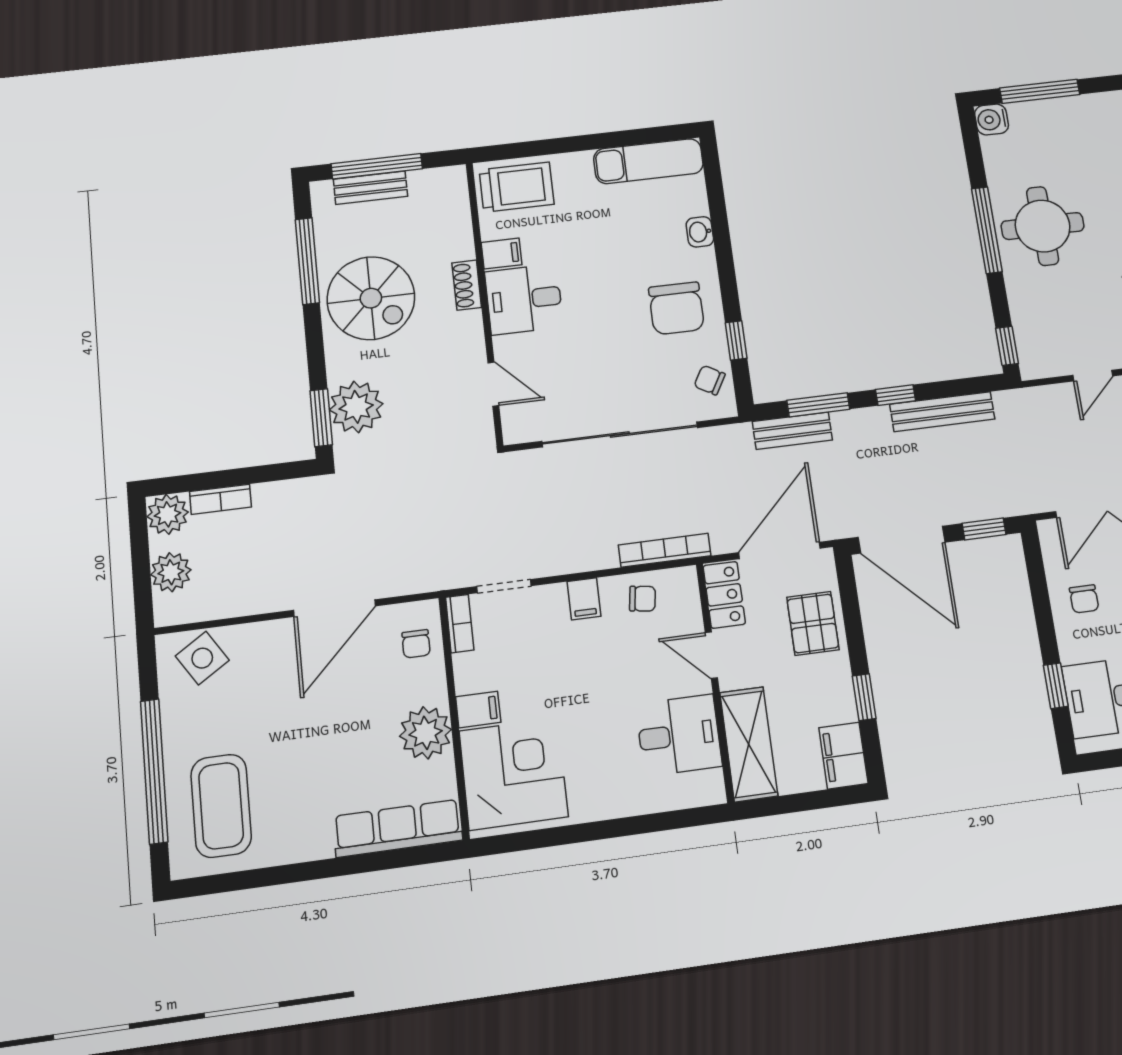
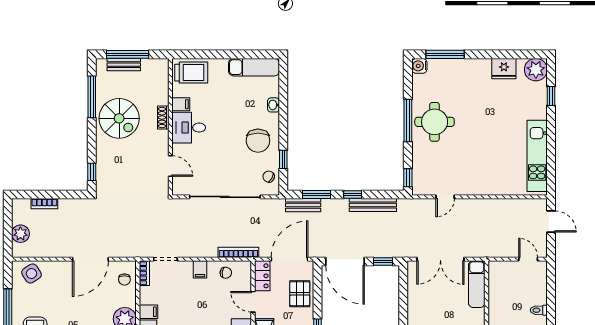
plant: (356, 407) -> (108, 169), removed
window: (321, 418) -> (92, 172), width x0.67
plant: (168, 514) -> (21, 208), removed
chair: (1084, 599) -> (423, 299), removed

